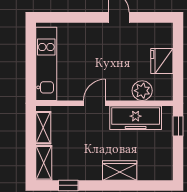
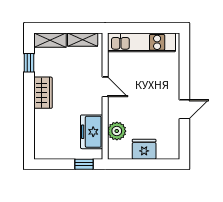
freezer: (136, 118) -> (92, 132), width x0.71
wardrobe: (120, 170) -> (43, 93), moved

